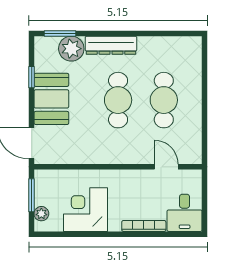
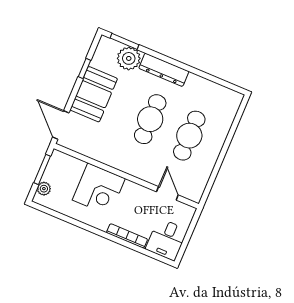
corner desk: (86, 210) -> (99, 189), moved, turned 180

